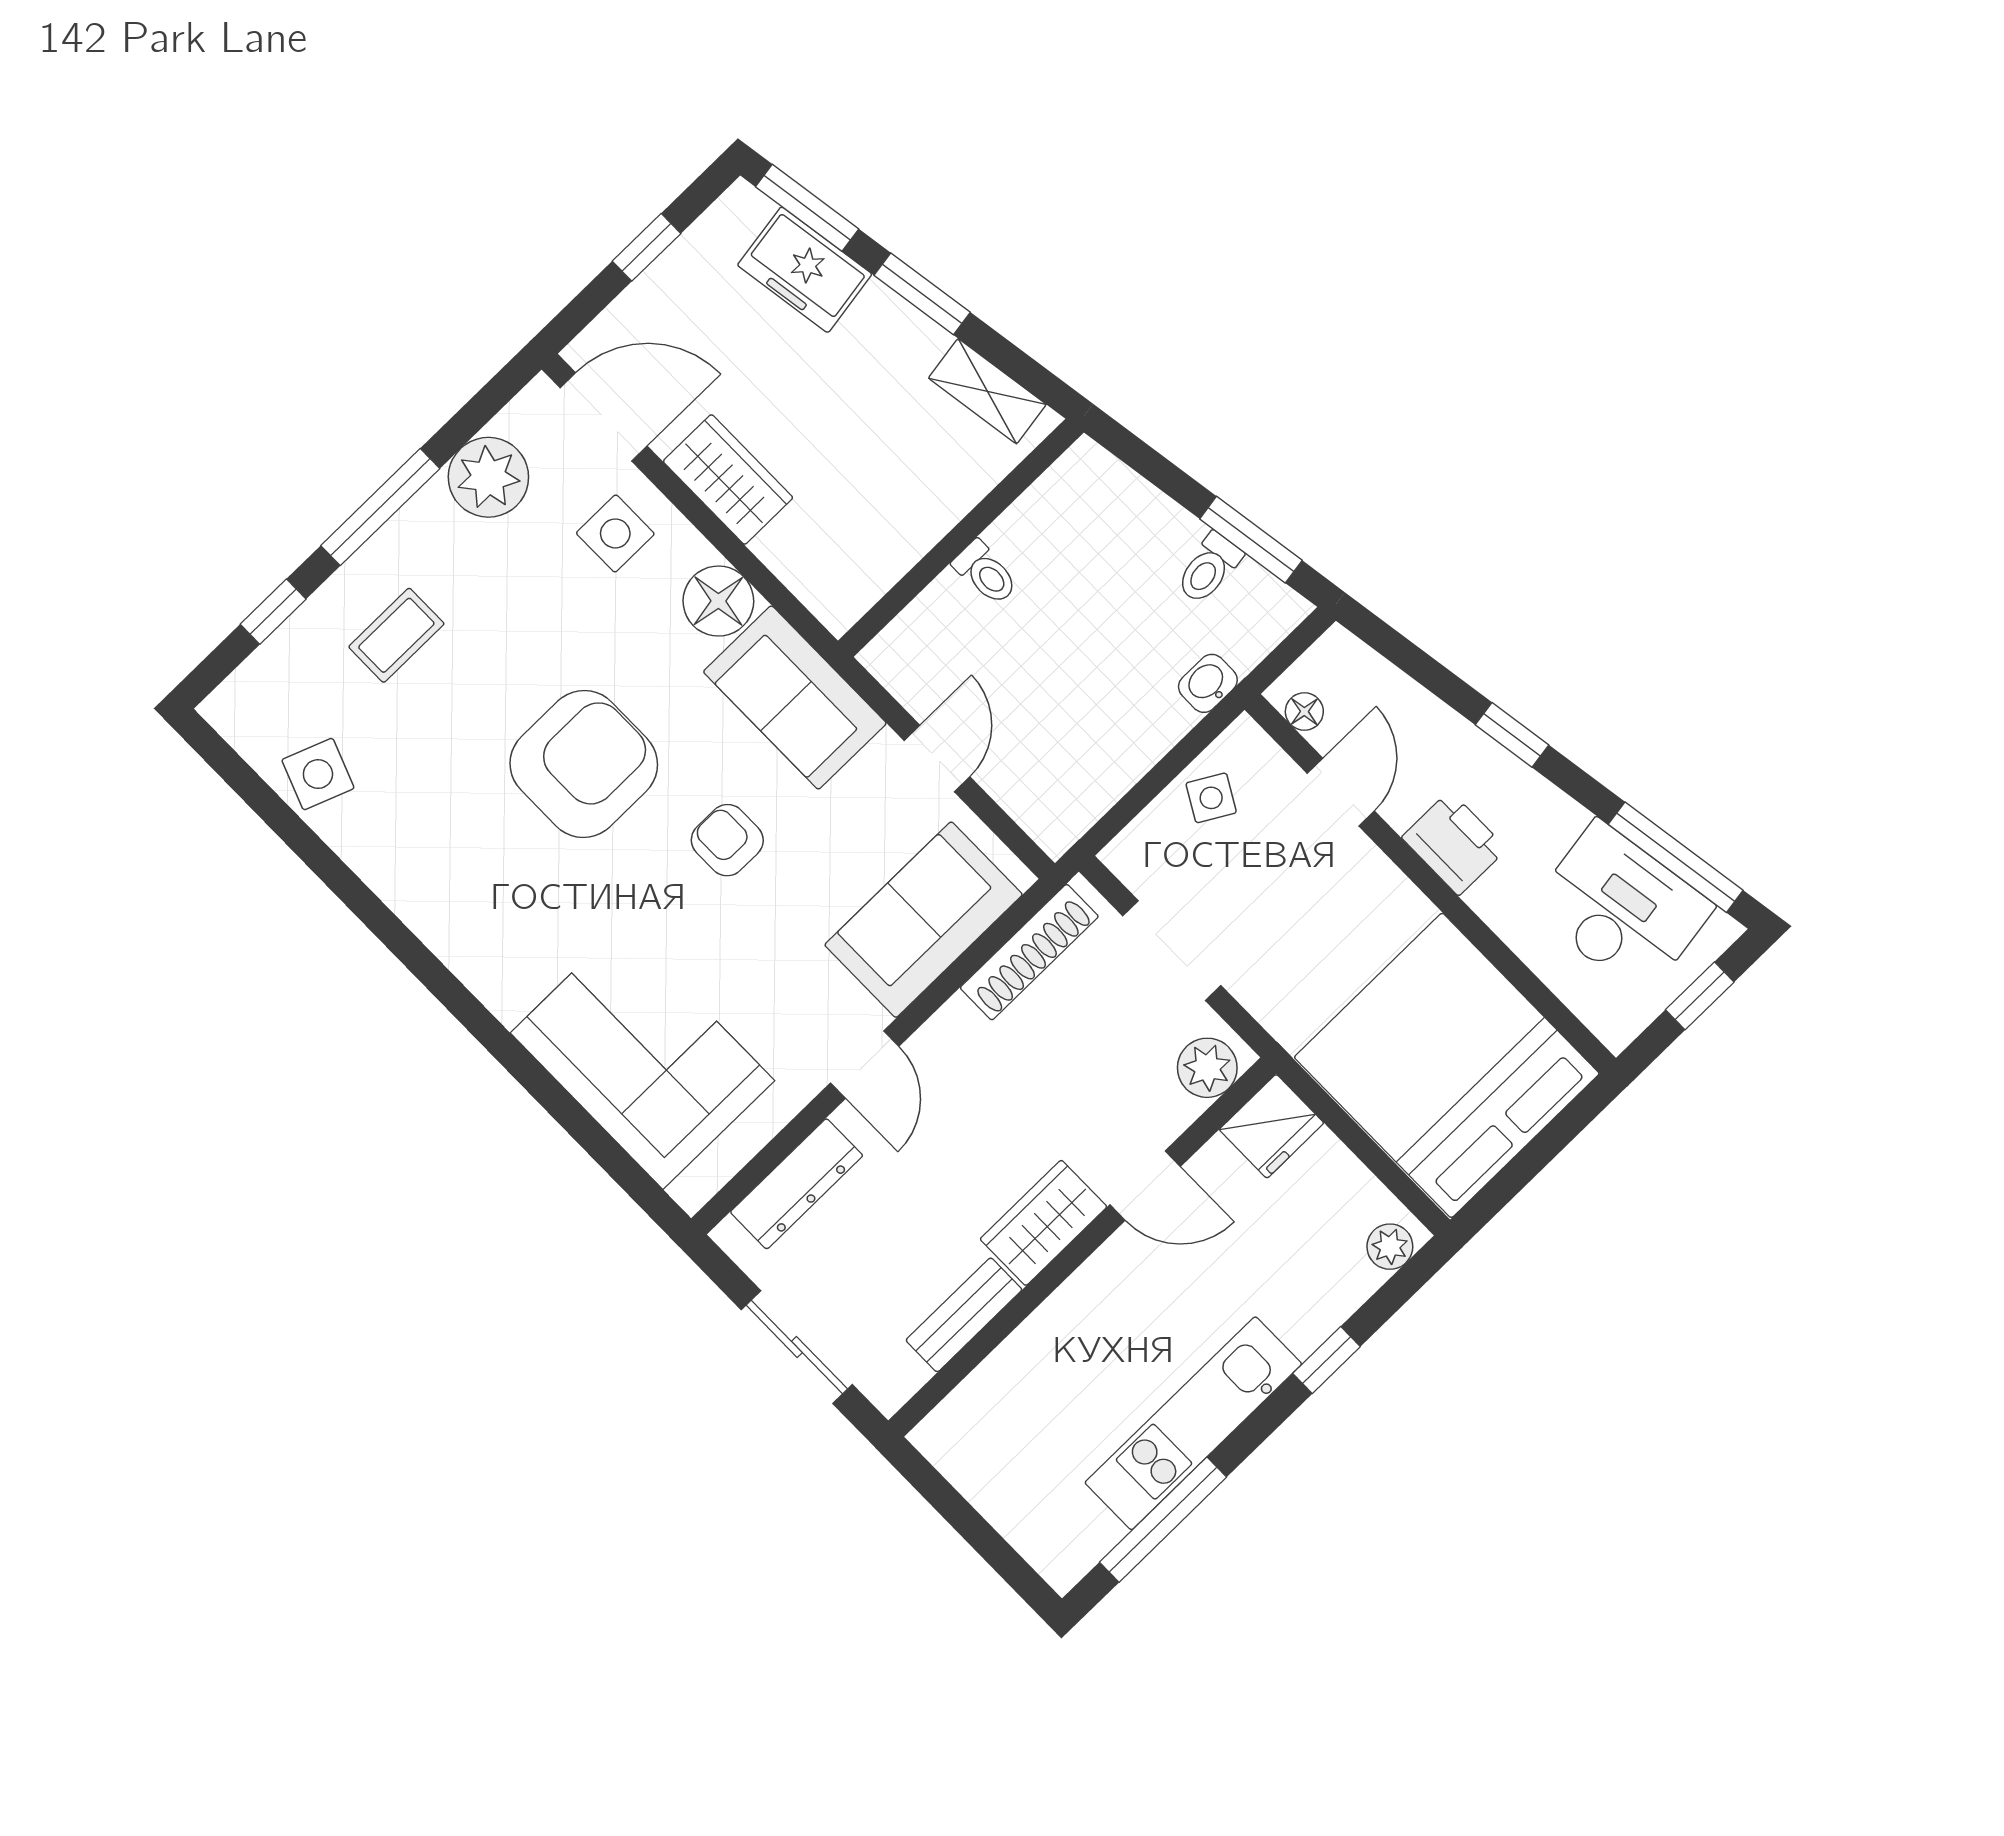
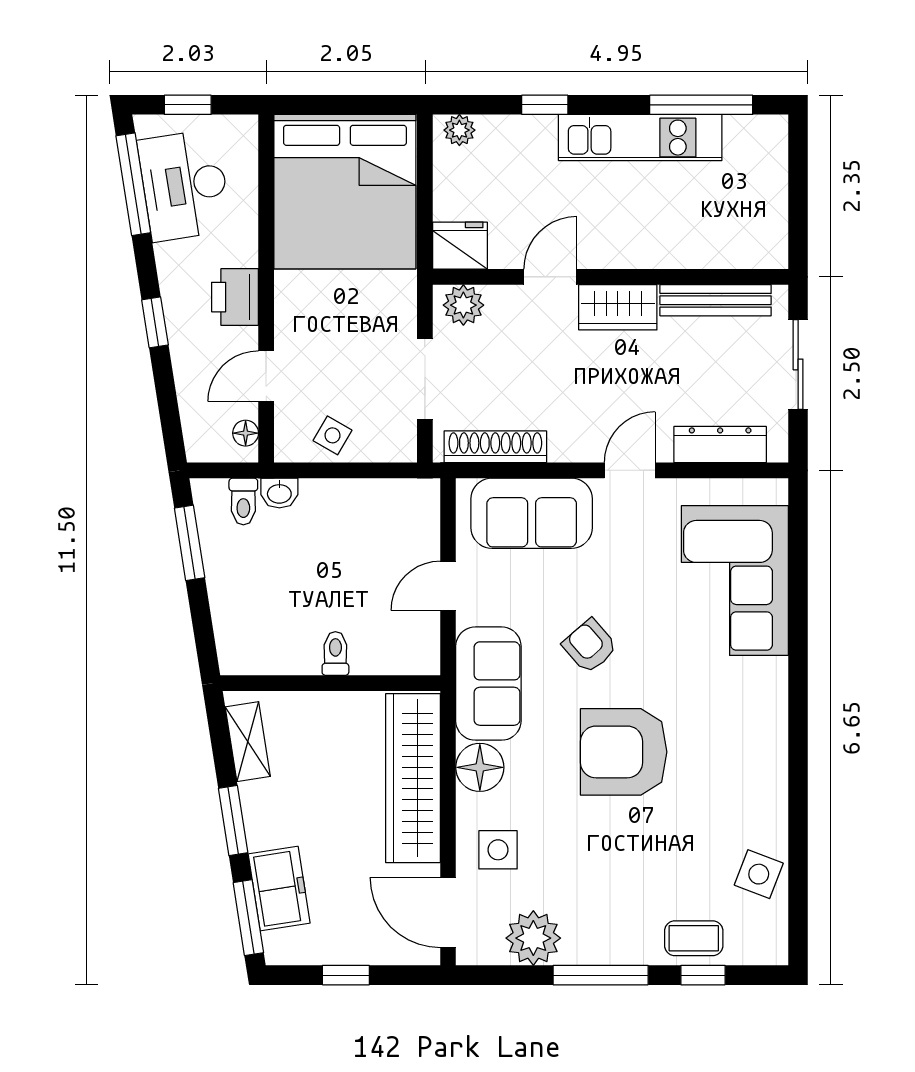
wardrobe: (728, 479) -> (413, 778), width x2.10, depth x1.17
toilet: (1209, 568) -> (243, 501), moved, turned 99
coffee table: (396, 635) -> (694, 938), moved
armchair: (727, 840) -> (590, 646), turned 139
door: (1145, 1186) -> (550, 277), hinge flipped
bench: (964, 1315) -> (716, 300), width x1.36

